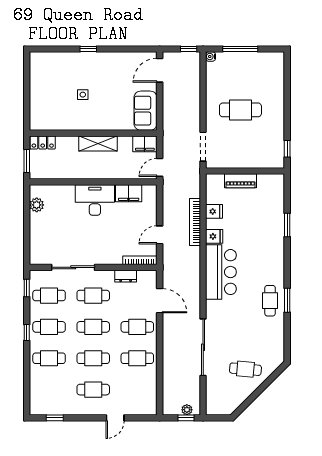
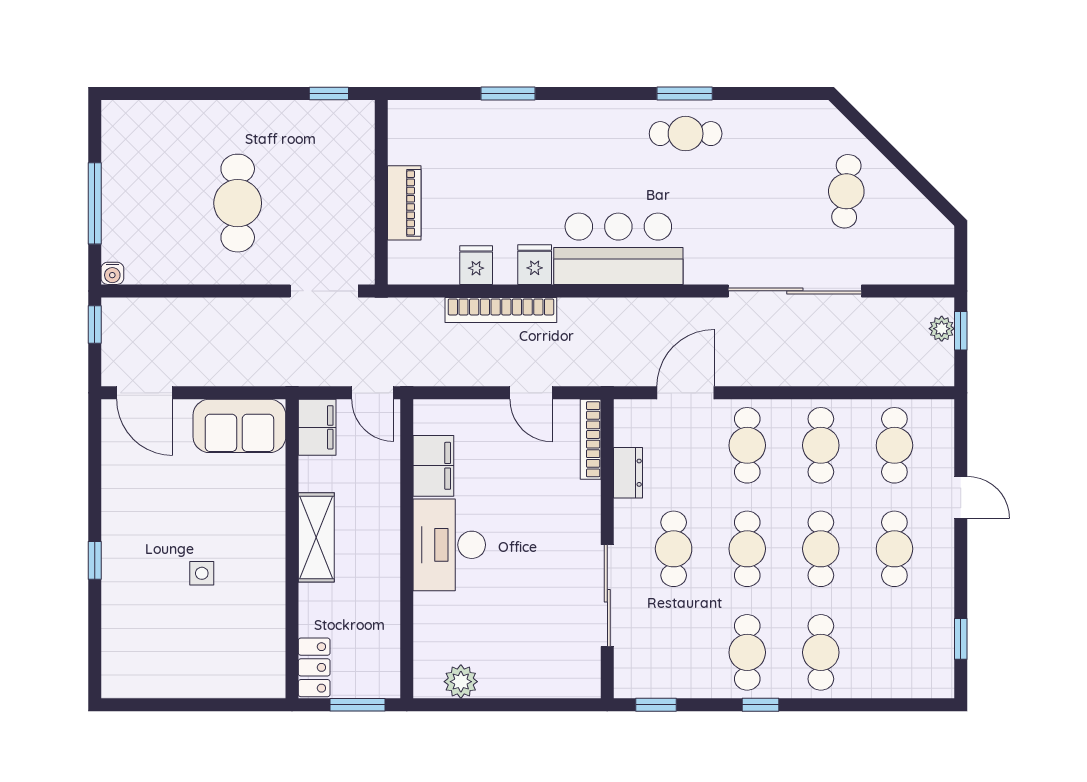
cafe table: (49, 296) -> (894, 445), moved

